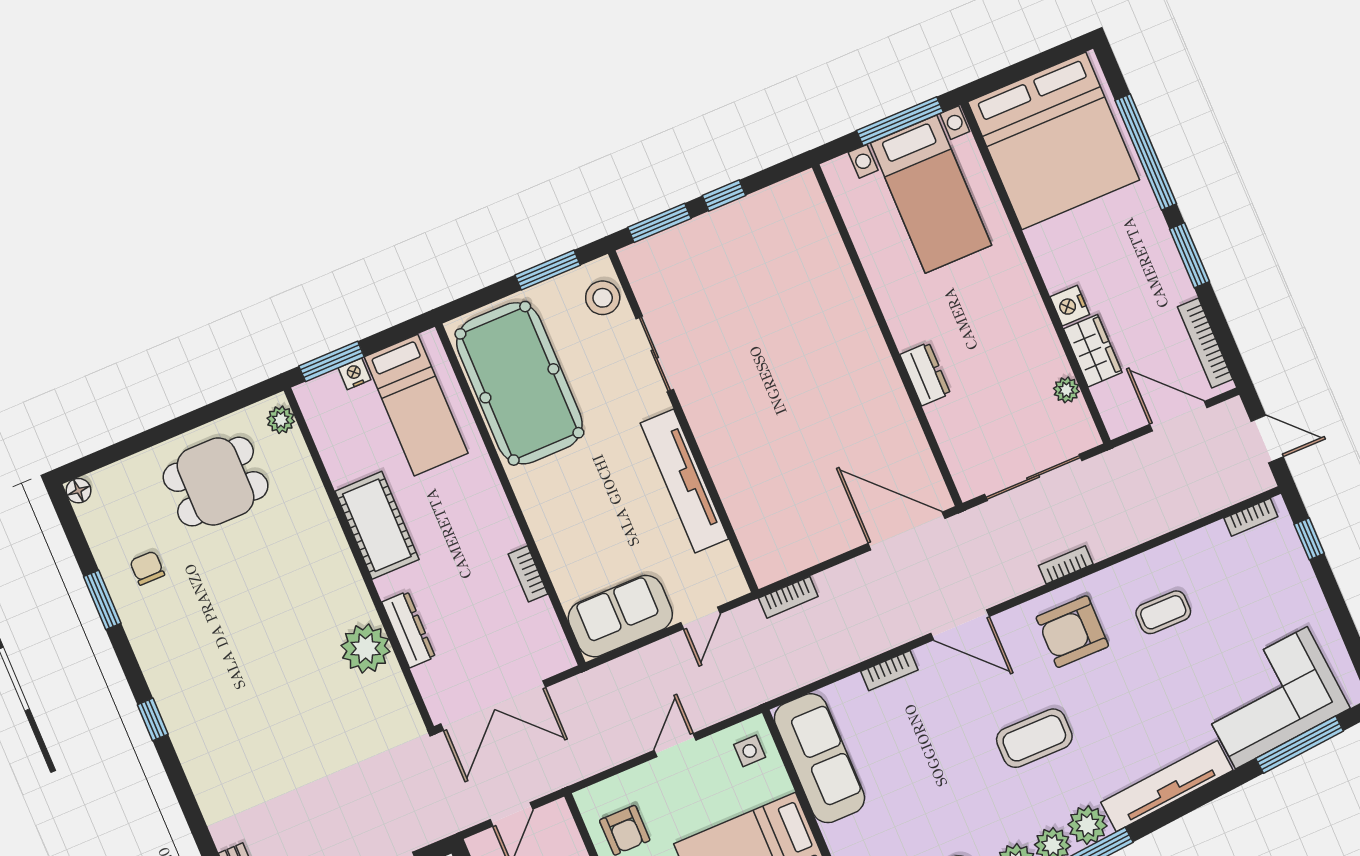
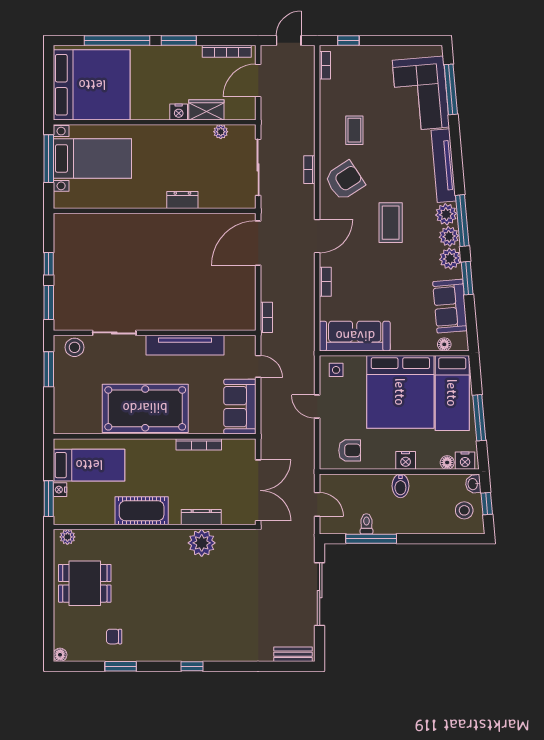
pool table: (519, 383) -> (145, 408), moved
dining table: (216, 482) -> (85, 583), turned 90
bookcase: (528, 574) -> (199, 444), width x1.56
armchair: (1072, 632) -> (345, 181), turned -123

